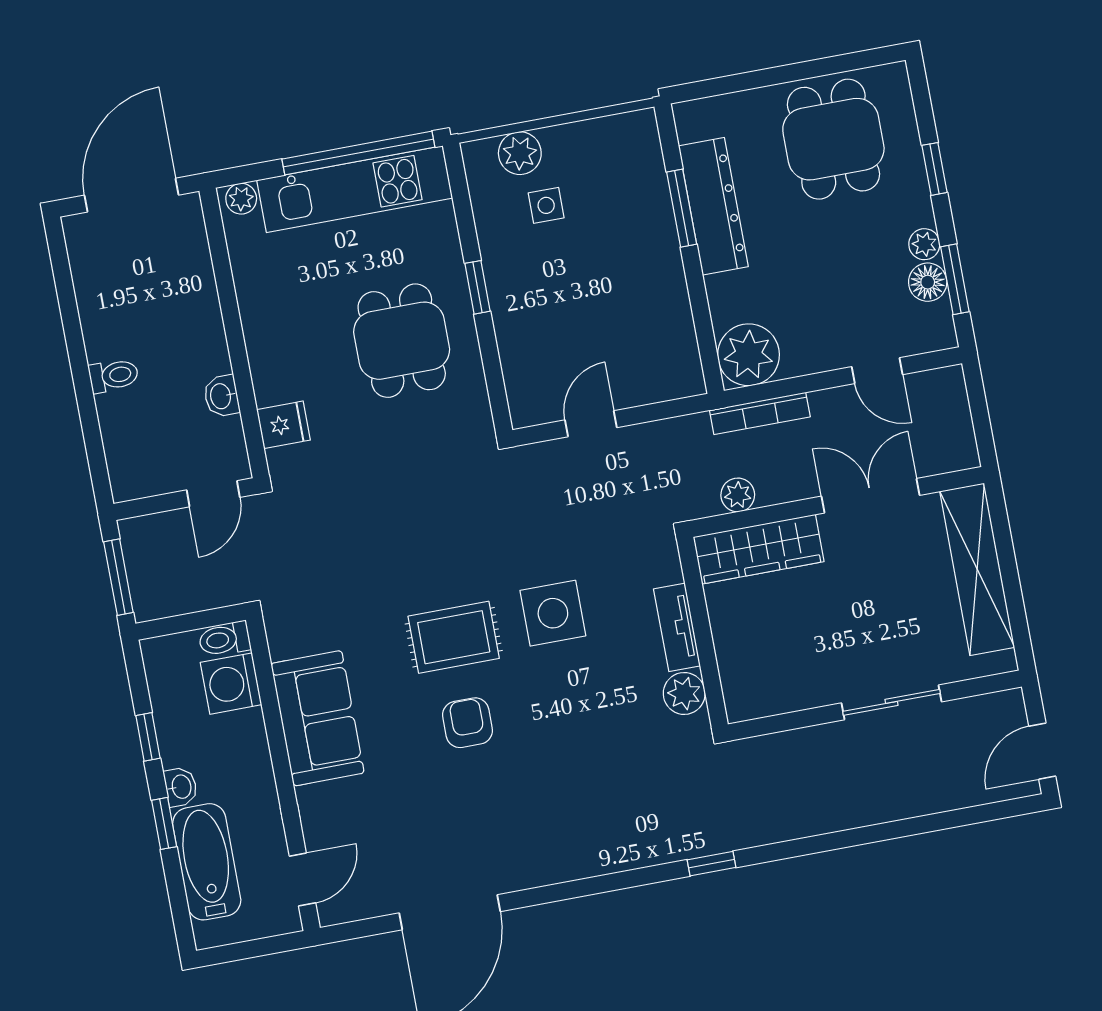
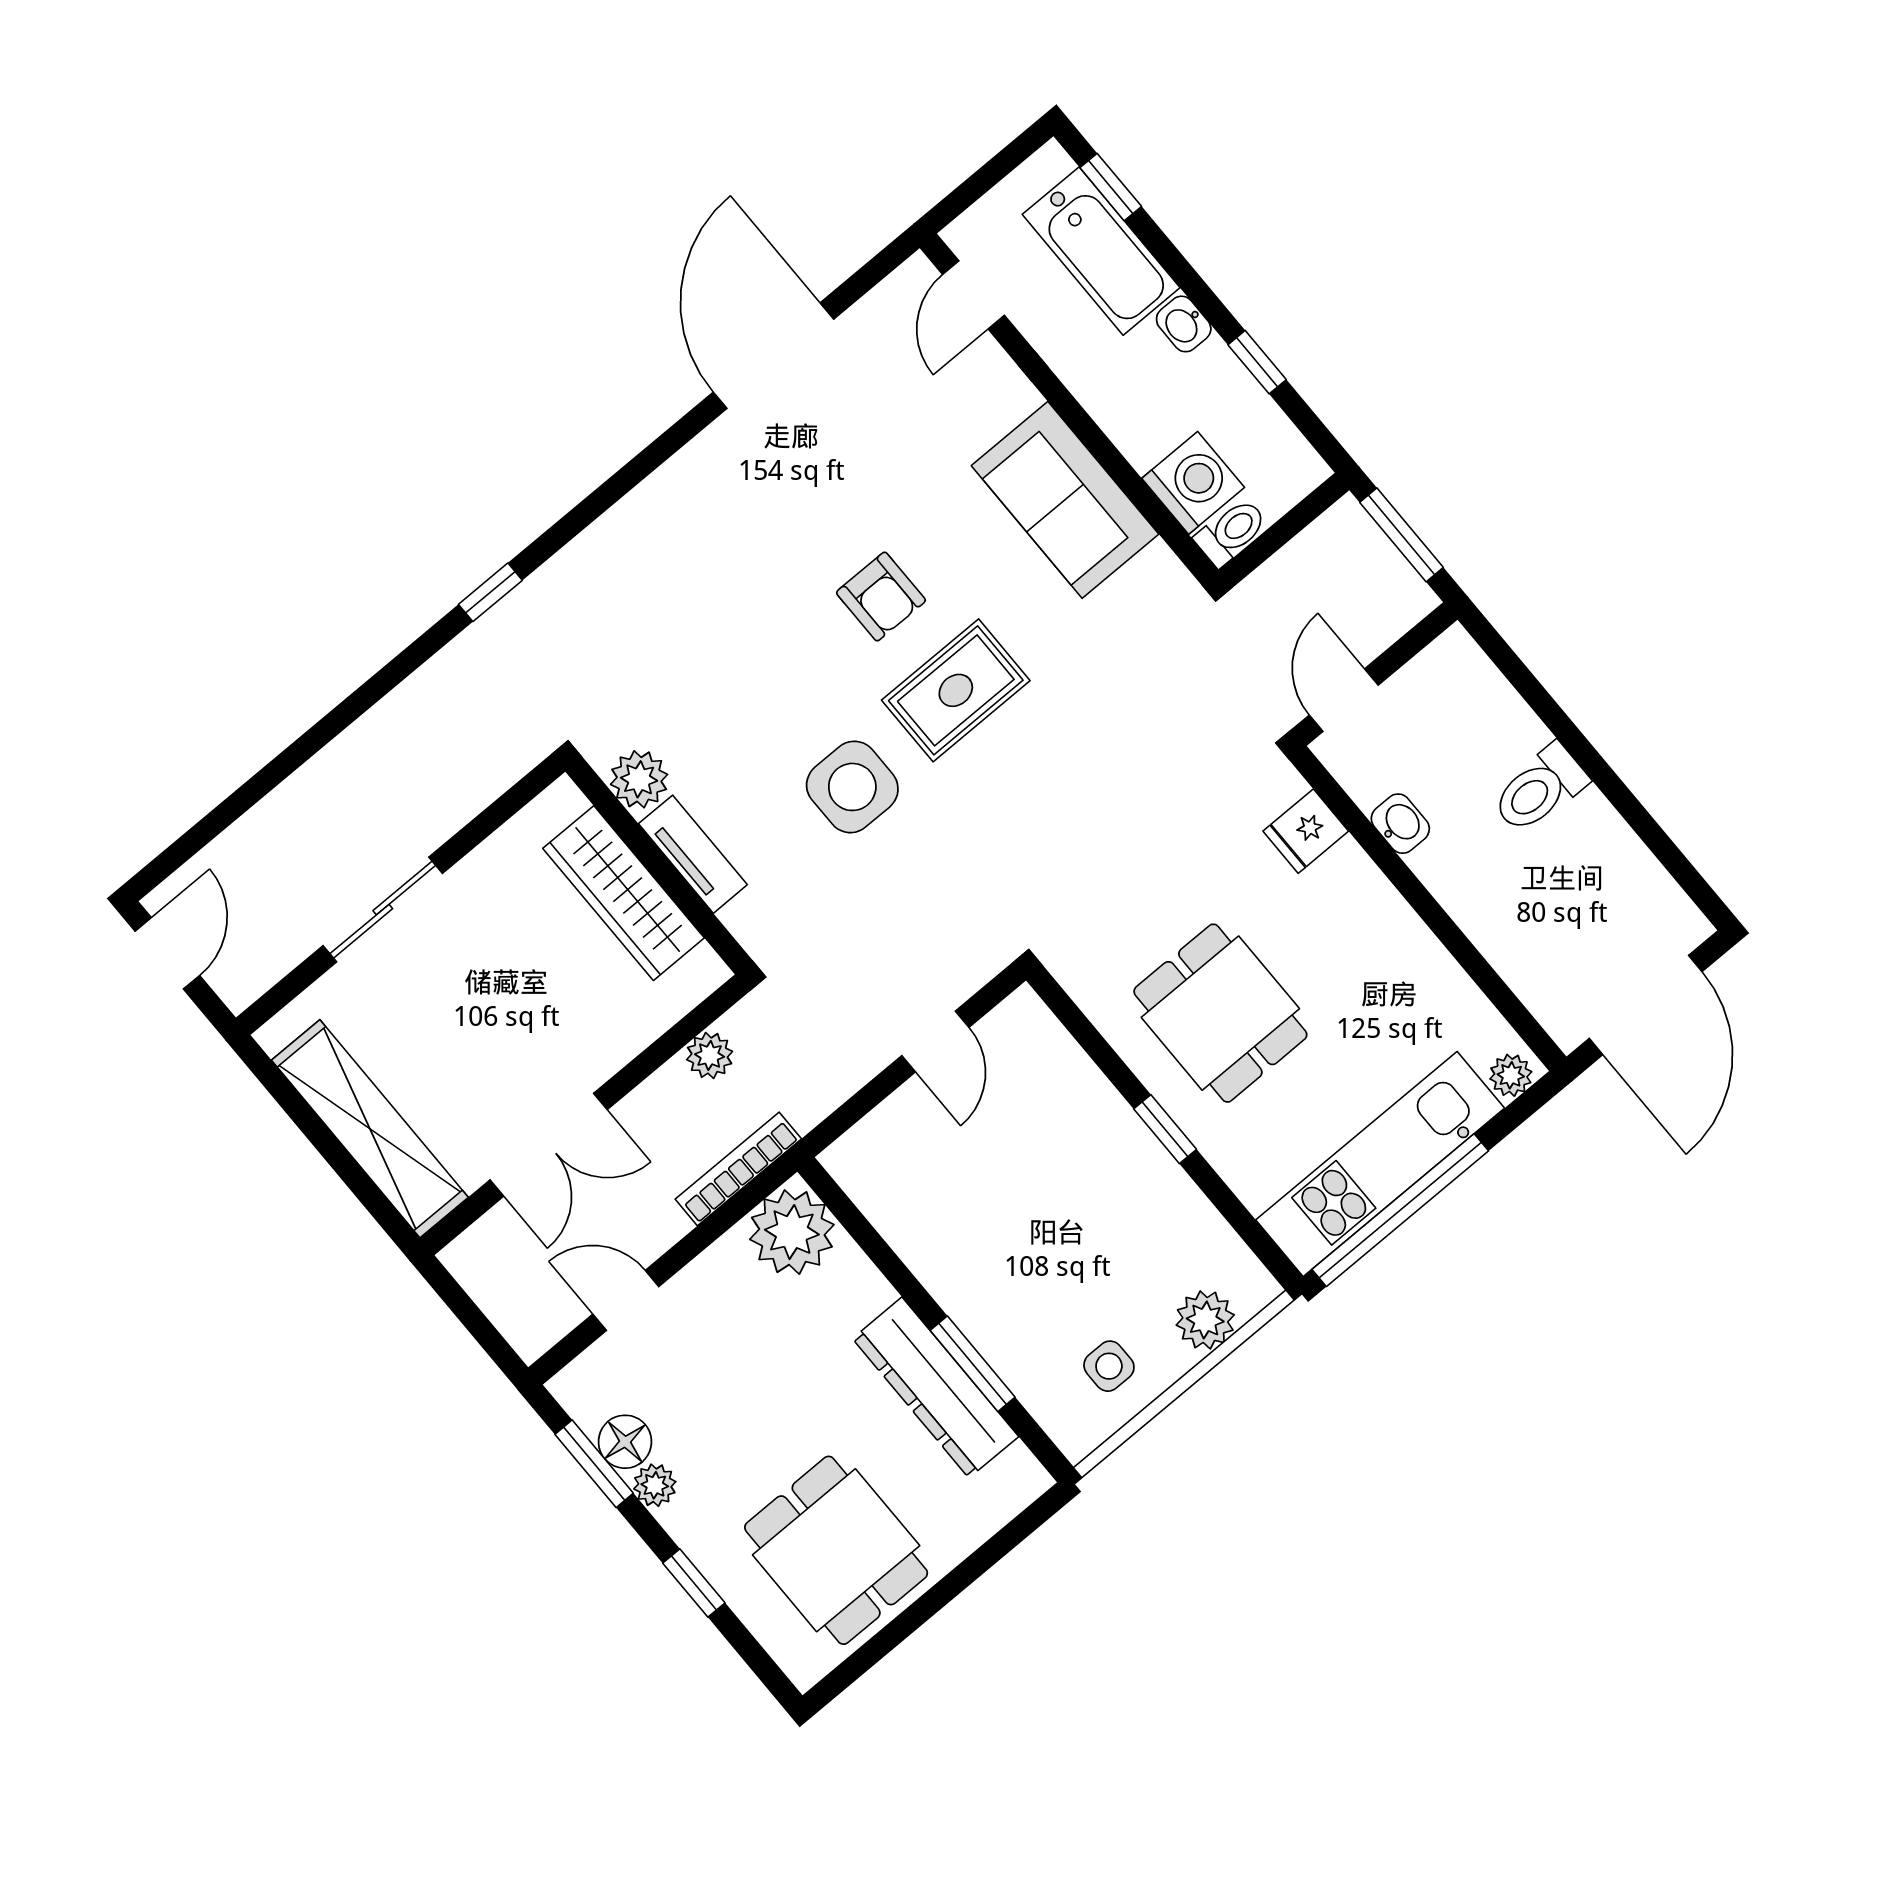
side table: (546, 205) -> (1109, 1366), moved
toilet: (114, 376) -> (1540, 789), width x1.37, depth x1.39
wardrobe: (759, 549) -> (624, 893), moved, turned -90
window: (164, 823) -> (1111, 187), moved

